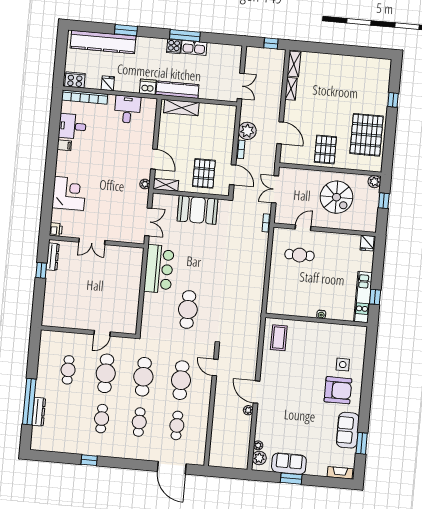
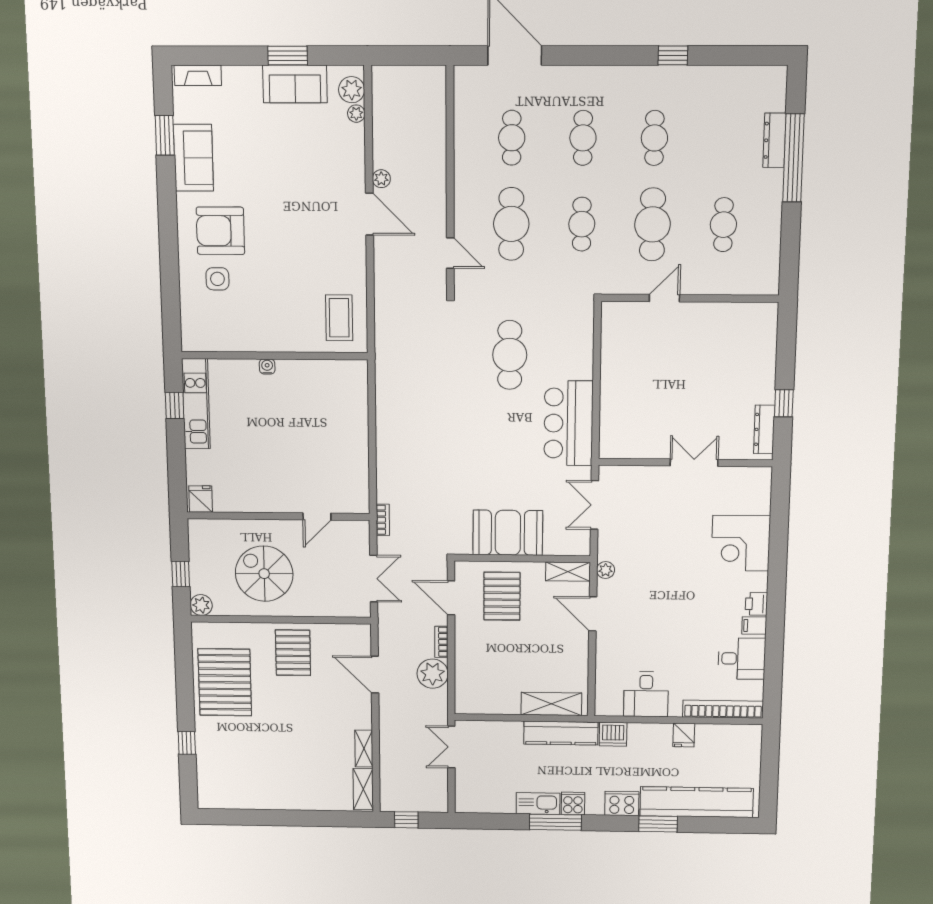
cooker: (75, 80) -> (622, 803), moved, turned 180
printer: (56, 230) -> (756, 604), moved
cafe table: (300, 255) -> (318, 468), removed
cafe table: (143, 377) -> (582, 224), width x0.73, depth x0.74

